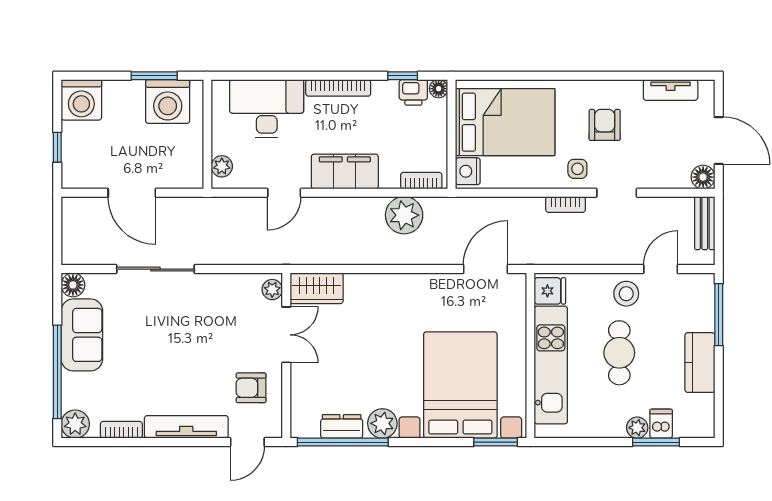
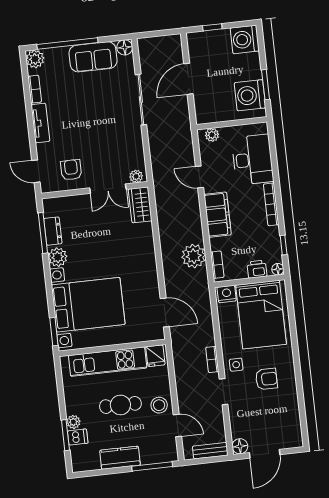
tv unit: (671, 90) -> (294, 419), removed
printer: (413, 92) -> (257, 269), moved, turned 90
tv unit: (186, 427) -> (40, 123), width x0.71
window: (343, 442) -> (43, 233), width x0.68

